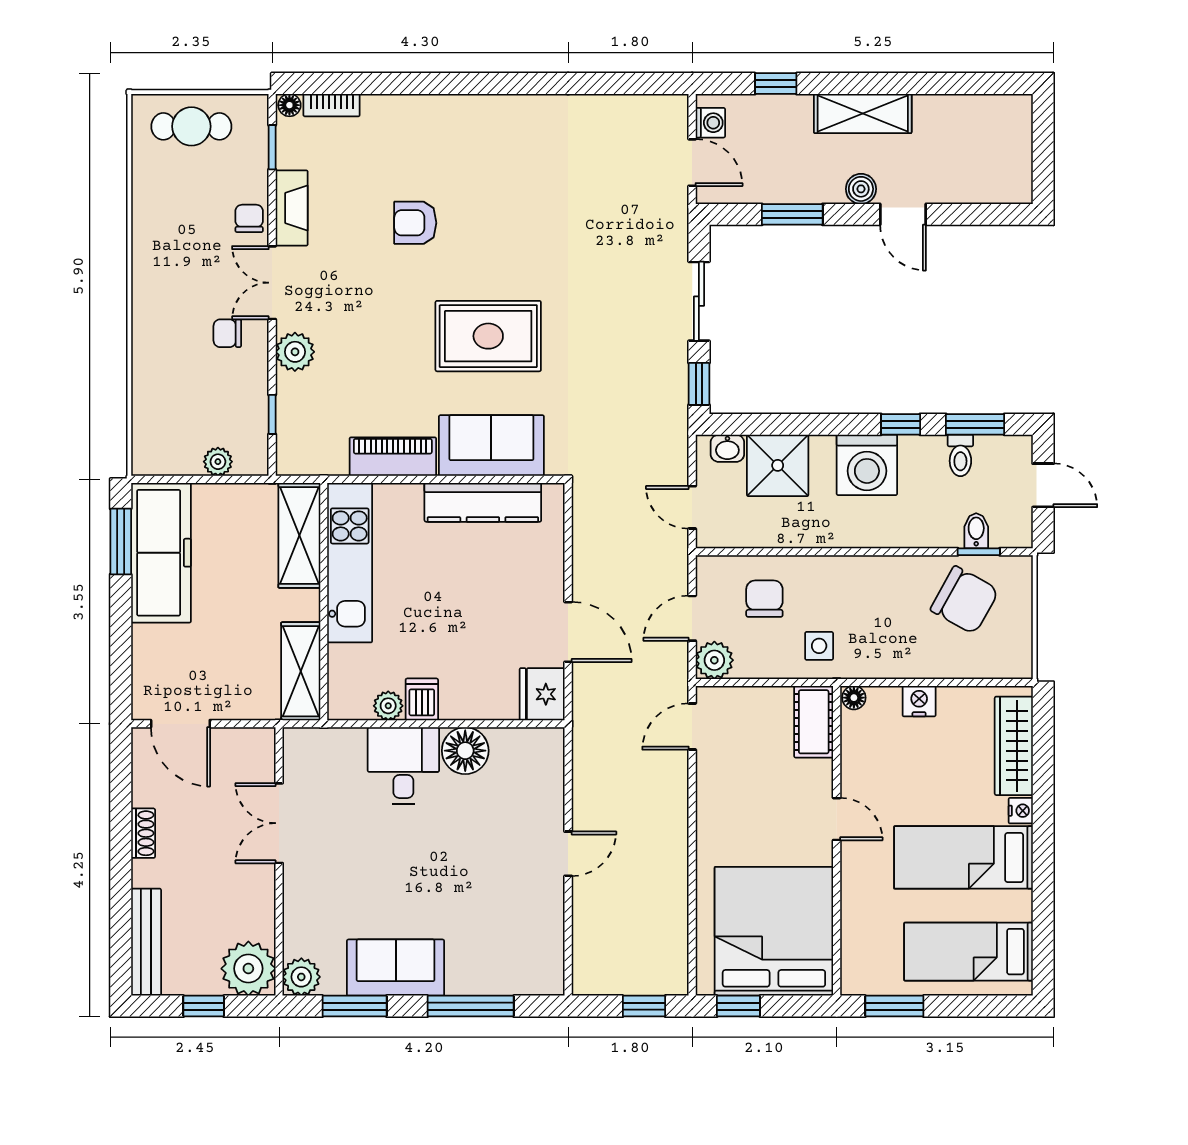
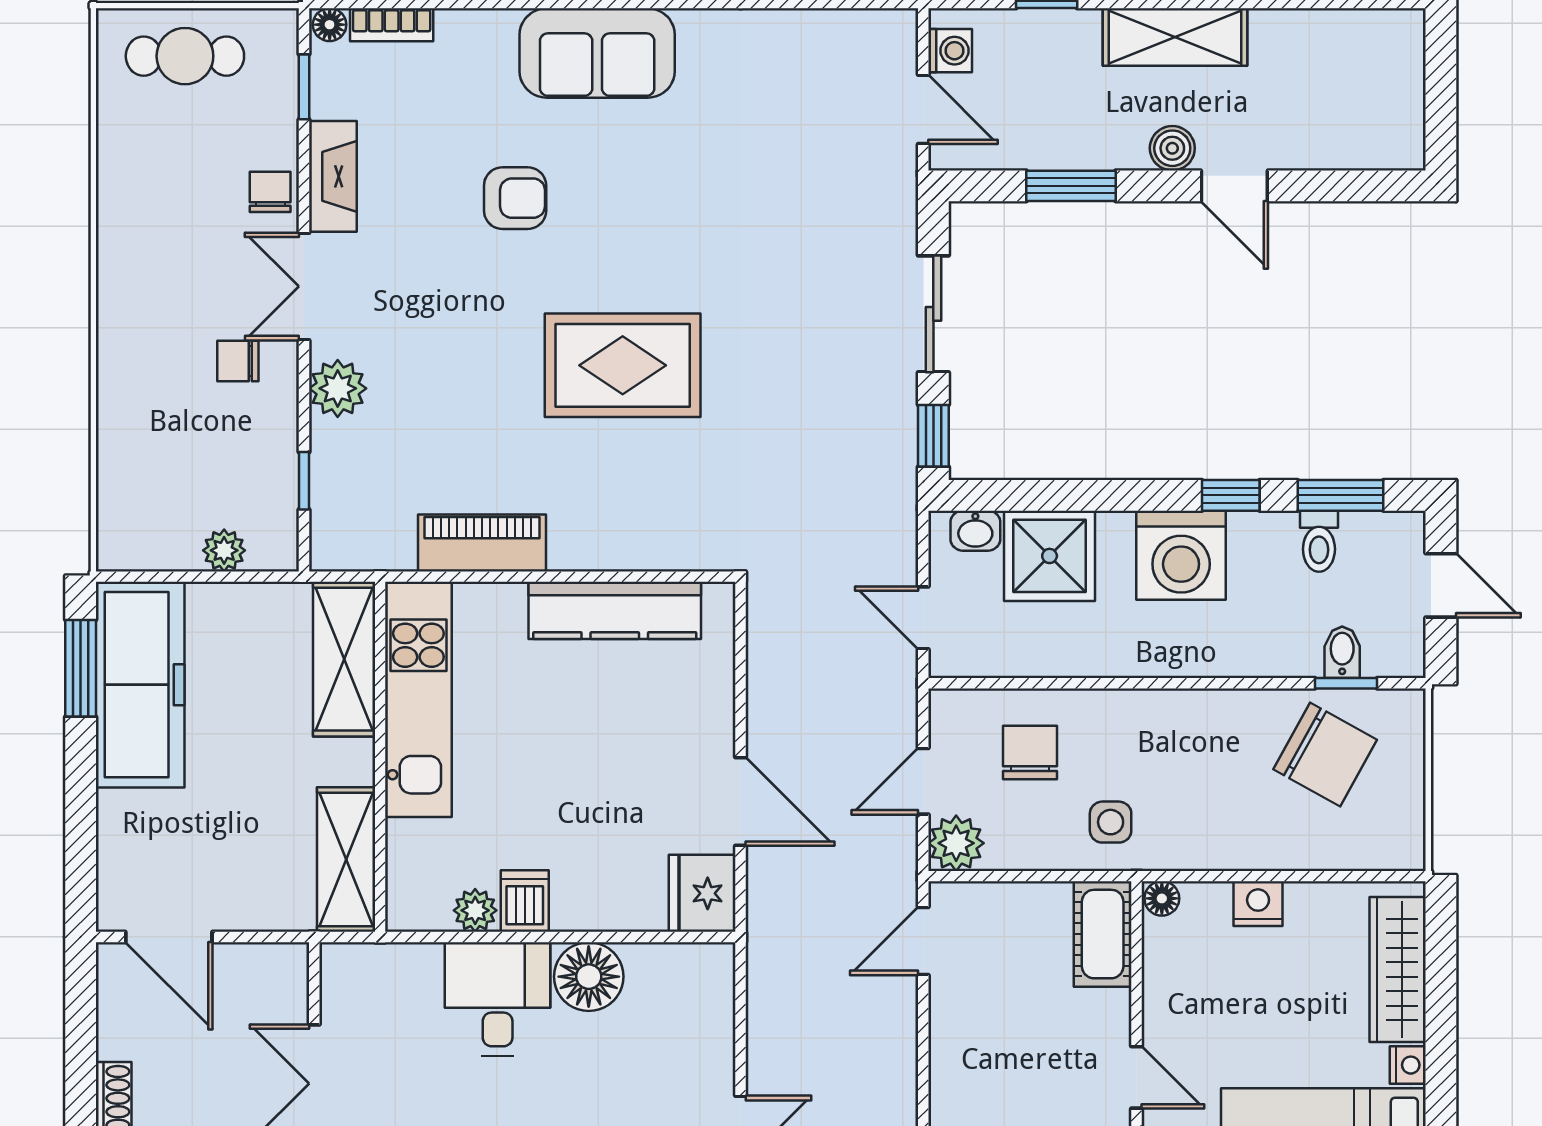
armchair: (415, 223) -> (515, 198), turned 180
sofa: (491, 446) -> (597, 53), moved, turned 180

